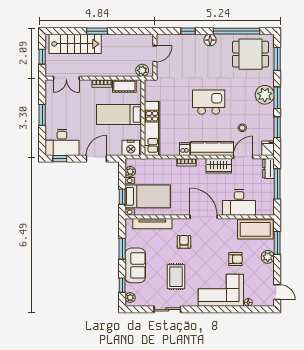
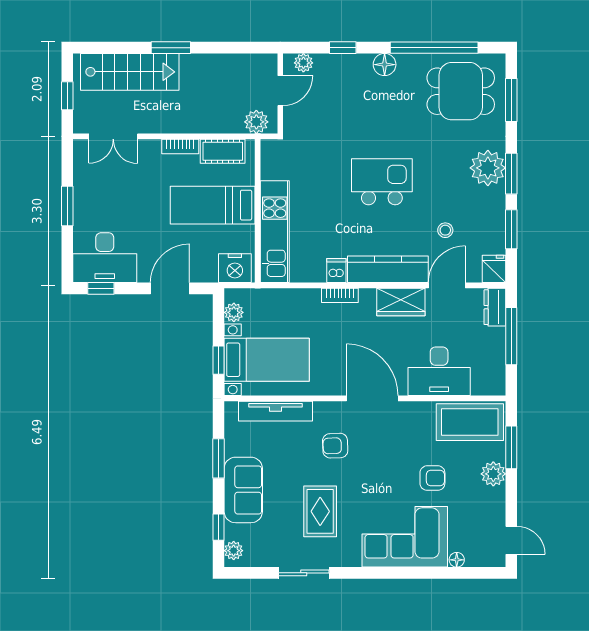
plant: (167, 39) -> (303, 63), added
armchair: (184, 242) -> (335, 446), turned -92

